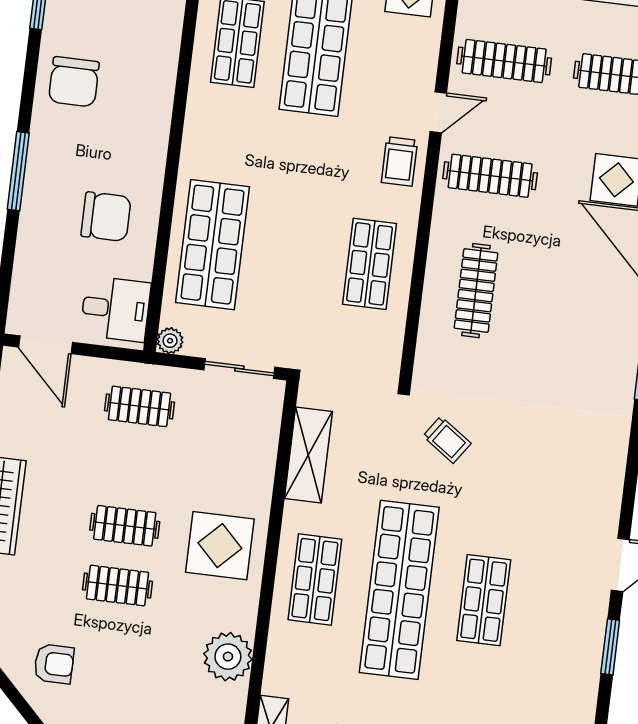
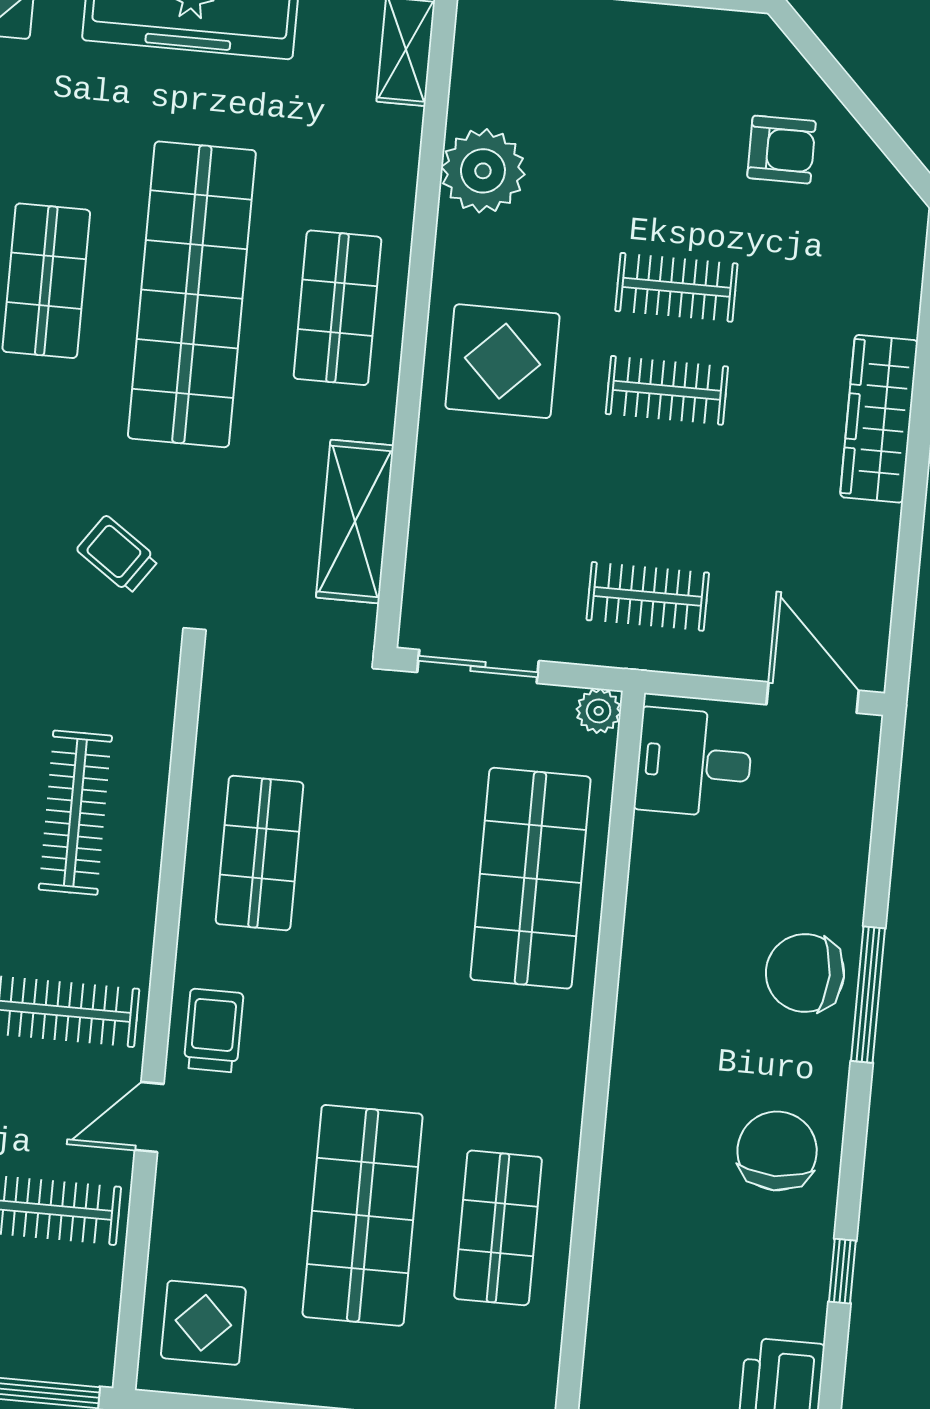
chair: (106, 217) -> (805, 973), moved
armchair: (54, 664) -> (782, 150), turned 180

